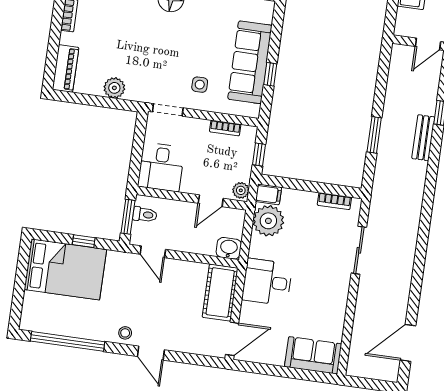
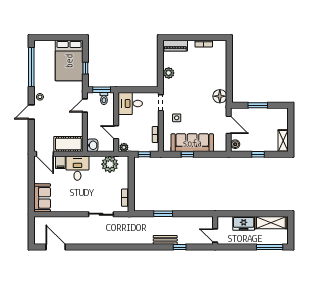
filing cabinet: (268, 194) -> (60, 162), moved

